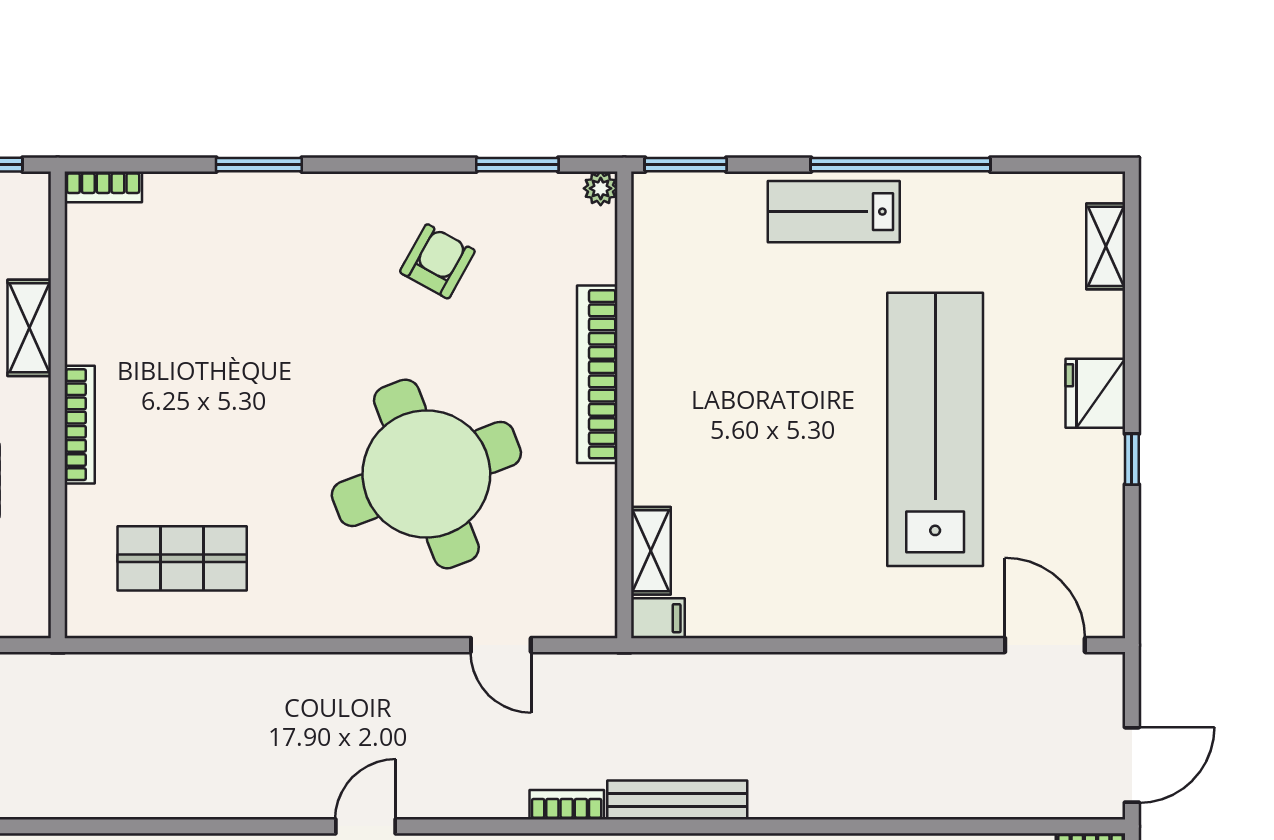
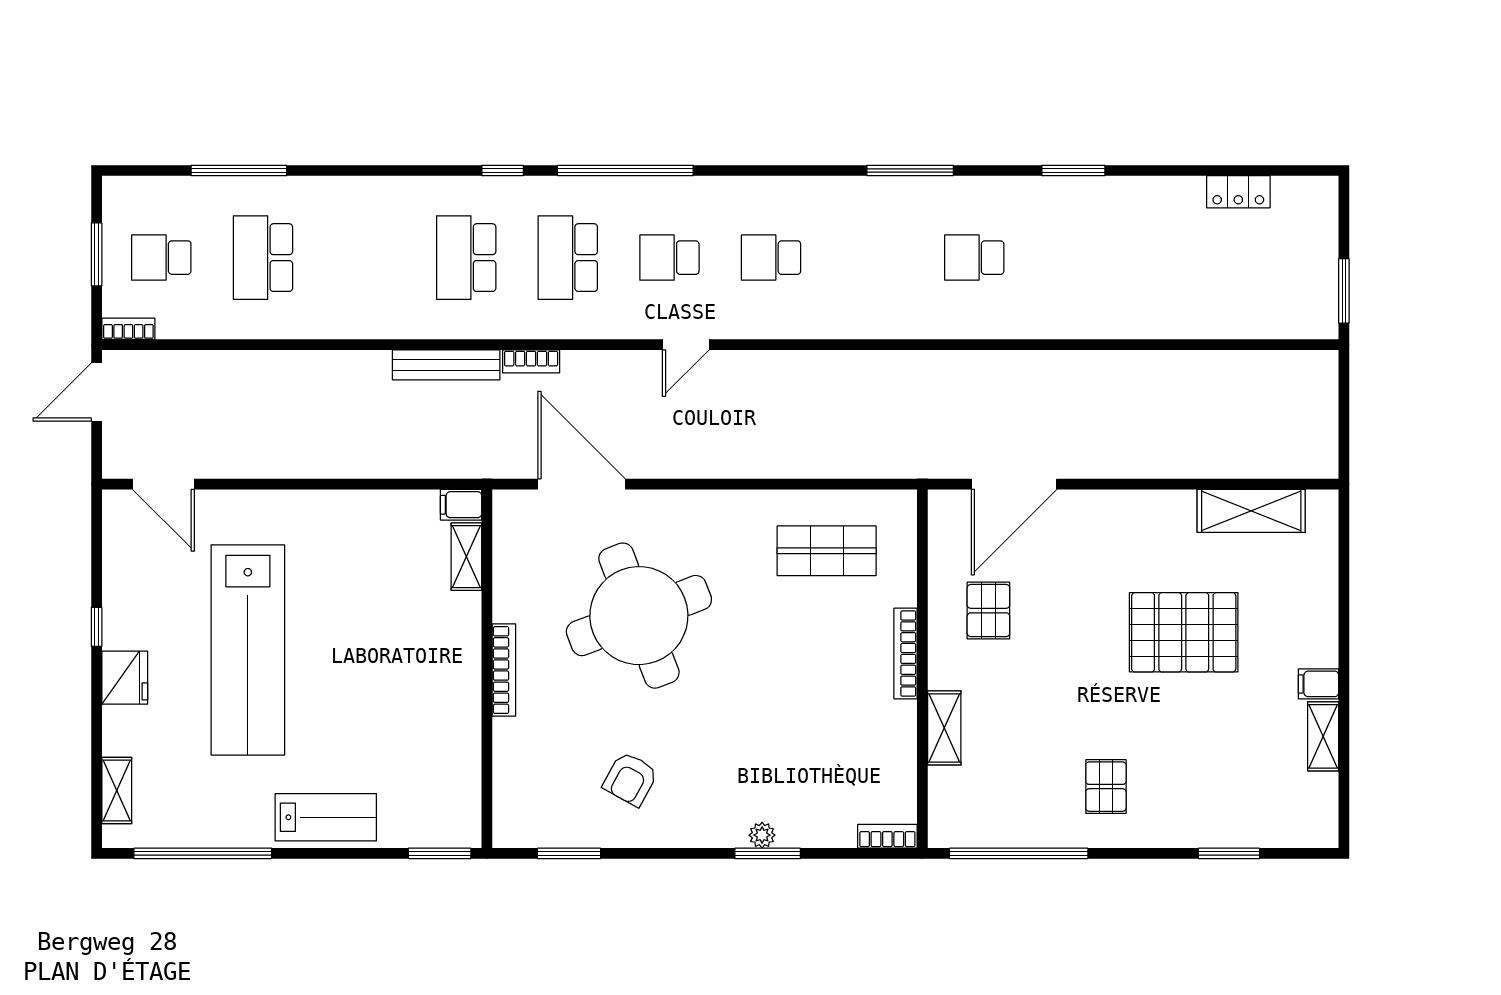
window: (901, 165) -> (203, 853), moved
plant: (601, 188) -> (762, 835), moved
bookcase: (597, 374) -> (504, 670), width x0.68, depth x0.76
door: (501, 645) -> (582, 484), width x1.88

